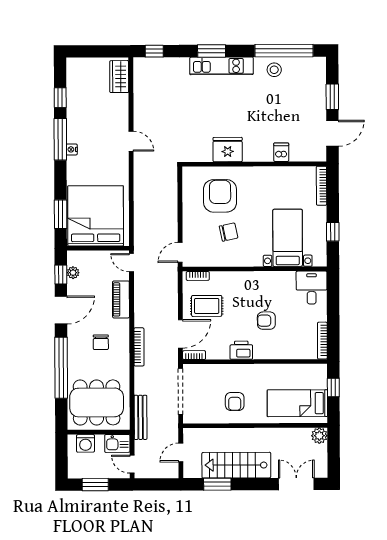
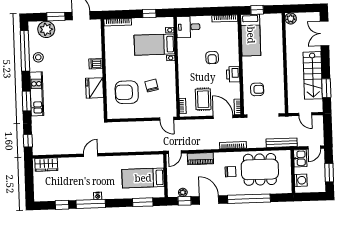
plant: (314, 82) -> (46, 29), added
dishwasher: (281, 152) -> (96, 64), moved
bed: (96, 216) -> (143, 178), width x0.49
dining table: (97, 402) -> (260, 169), moved, turned 90
armchair: (235, 402) -> (257, 89), moved
bed: (297, 403) -> (251, 35), moved

